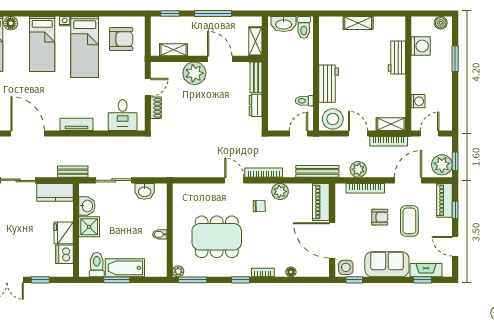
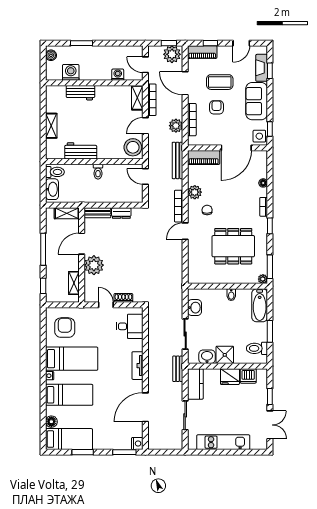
workbench: (329, 84) -> (81, 151), moved
toilet: (304, 101) -> (98, 172), moved
dining table: (217, 237) -> (233, 246), turned 90
bathtub: (125, 268) -> (260, 305), moved

